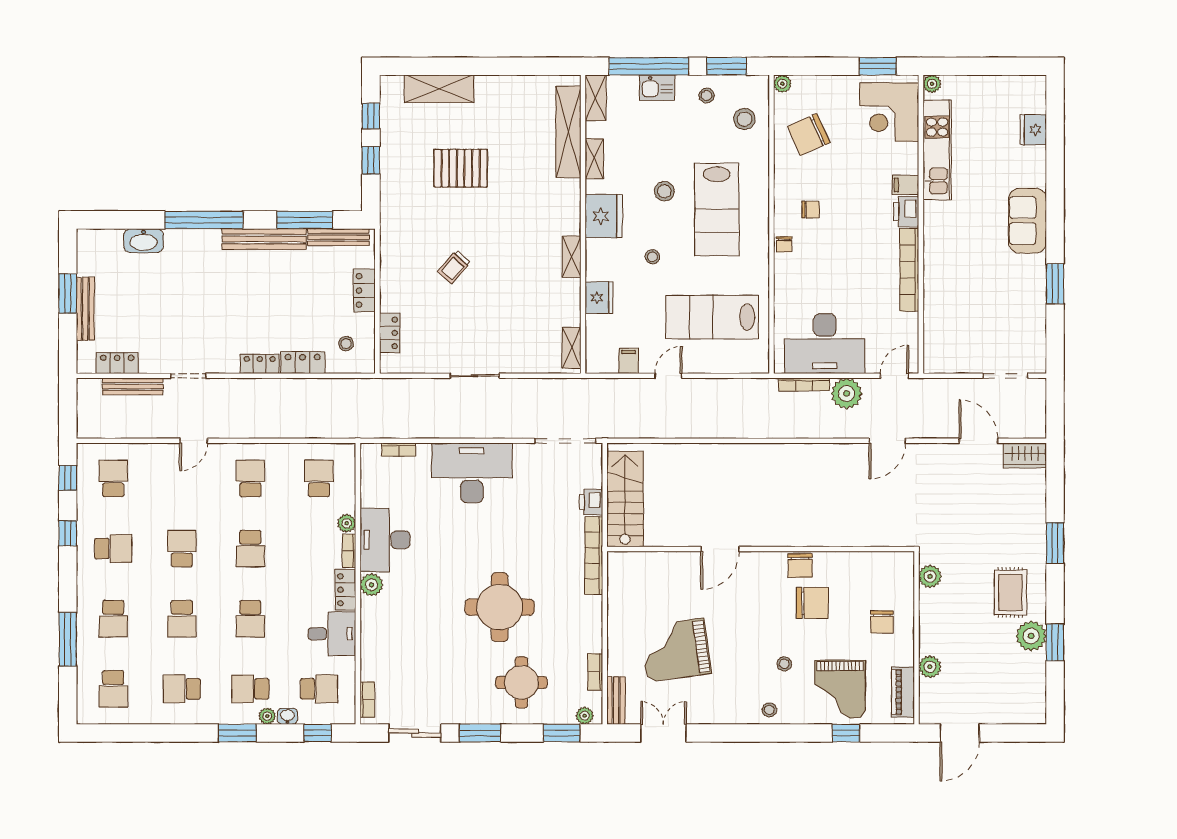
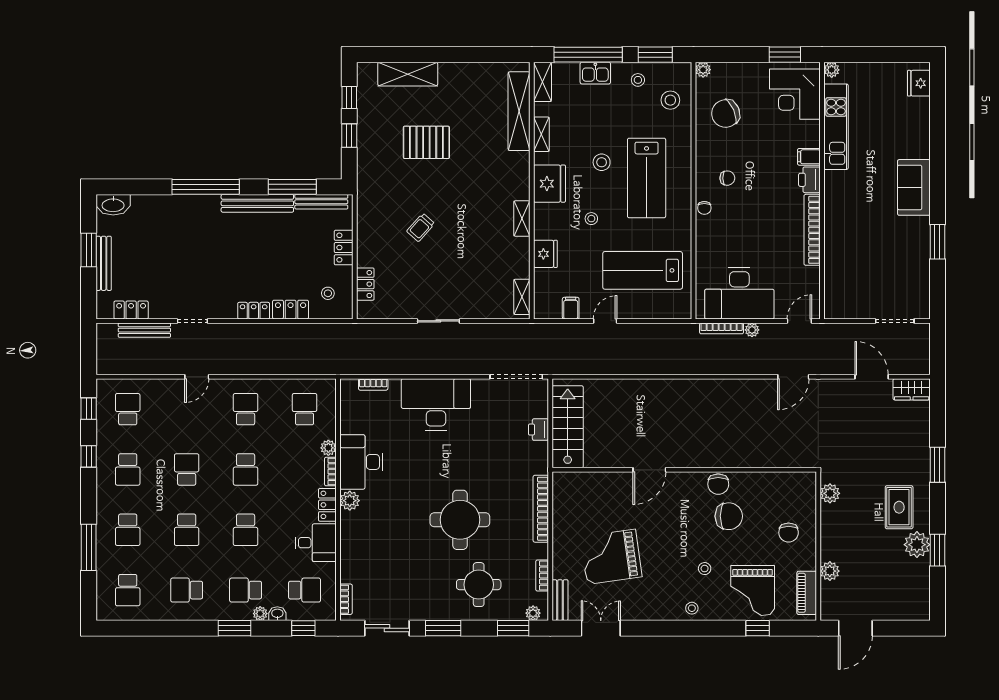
fridge: (1033, 130) -> (919, 83), moved
washbasin: (144, 241) -> (113, 205), moved
plant: (847, 393) -> (752, 330), width x0.53, depth x0.53
school desk: (113, 549) -> (128, 469), turned 90
bookcase: (594, 556) -> (541, 509), moved

